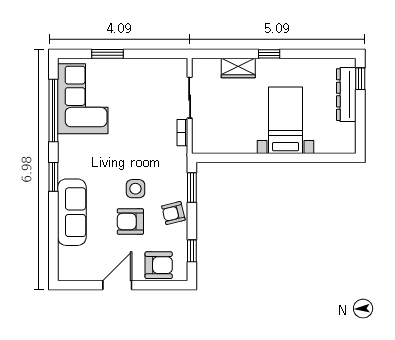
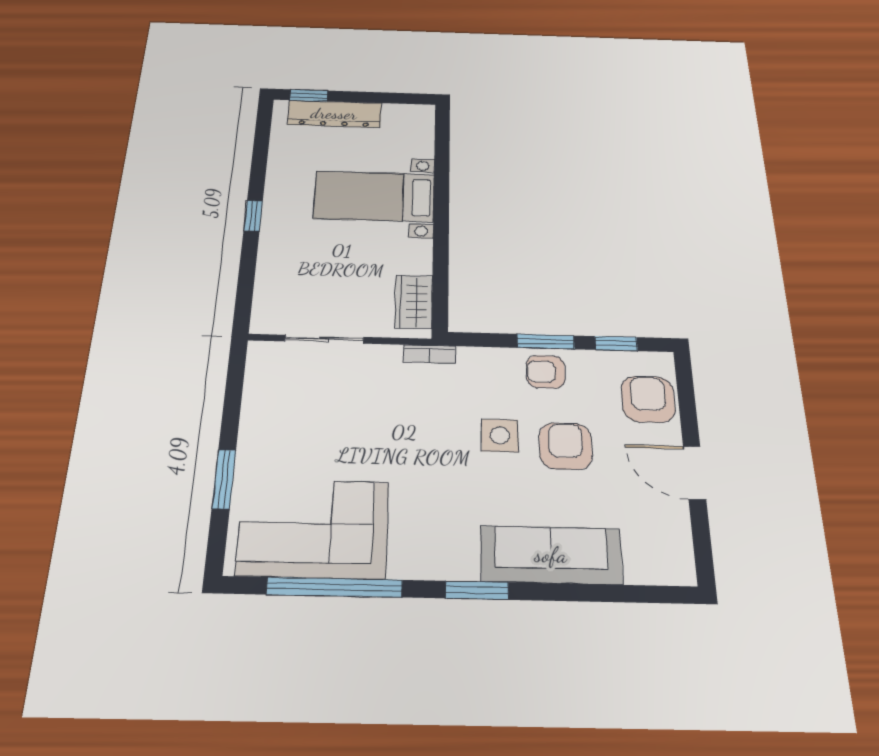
wardrobe: (238, 68) -> (414, 302), moved, turned 180
bookcase: (182, 133) -> (429, 354), moved
window: (192, 187) -> (546, 342), moved
armchair: (173, 213) -> (546, 372), turned 104
armchair: (130, 221) -> (566, 446), turned 180

